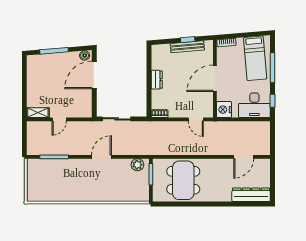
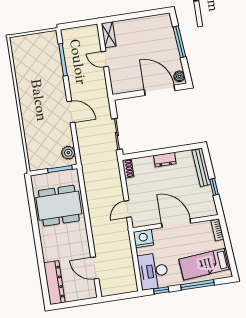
bench: (187, 47) -> (201, 167), moved
sliding door: (117, 119) -> (117, 134), moved

